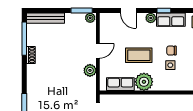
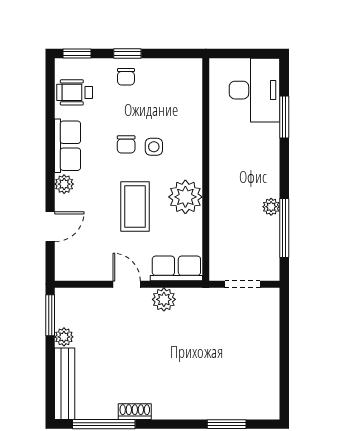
window: (164, 11) -> (50, 159), removed
plant: (90, 18) -> (64, 337), moved
row of seats: (120, 84) -> (176, 268), moved, turned 90

